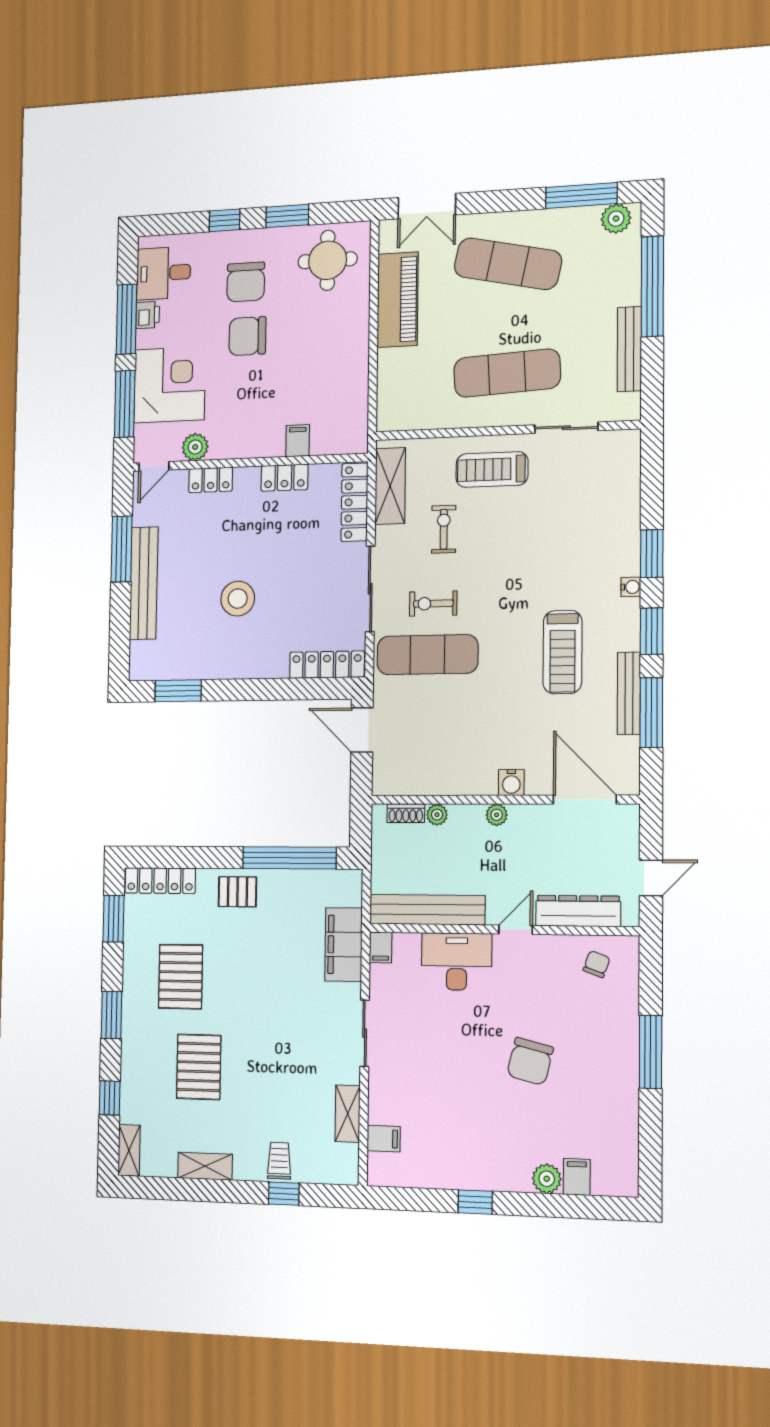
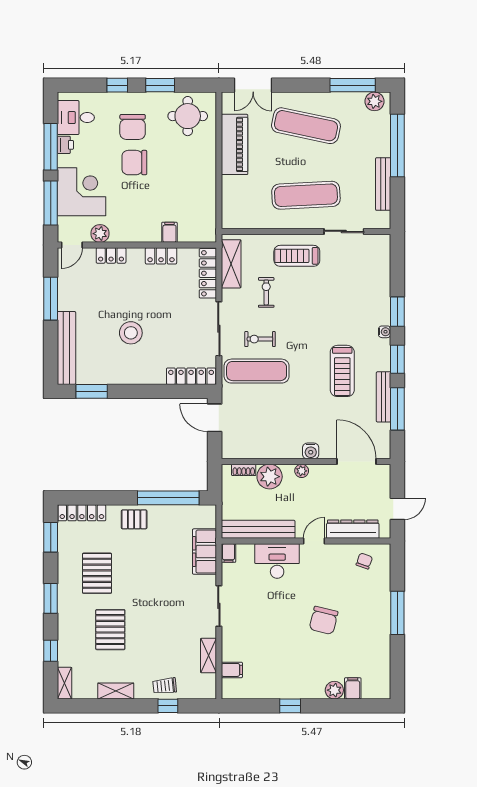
bench: (144, 583) -> (66, 348), moved
plant: (437, 815) -> (270, 477), width x1.88, depth x1.88
trolley: (279, 1161) -> (165, 686), turned -96

